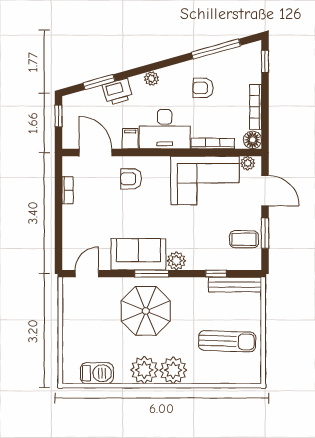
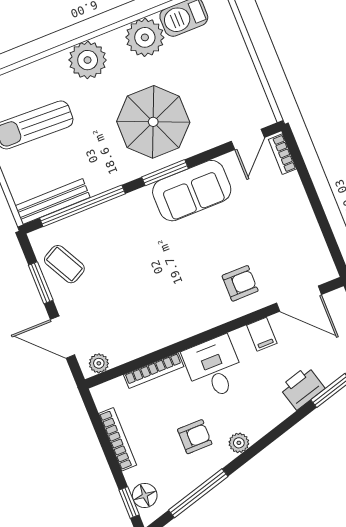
plant: (151, 79) -> (239, 443), moved
desk: (165, 129) -> (214, 368), width x0.73
floor lamp: (253, 140) -> (145, 495), moved
corner sofa: (205, 181) -> (145, 319), removed
bookcase: (68, 190) -> (282, 154), moved
coffee table: (244, 239) -> (64, 264), turned 62
plant: (176, 261) -> (140, 202), removed
window: (216, 274) -> (82, 206), width x3.17
plant: (144, 370) -> (145, 37), moved

